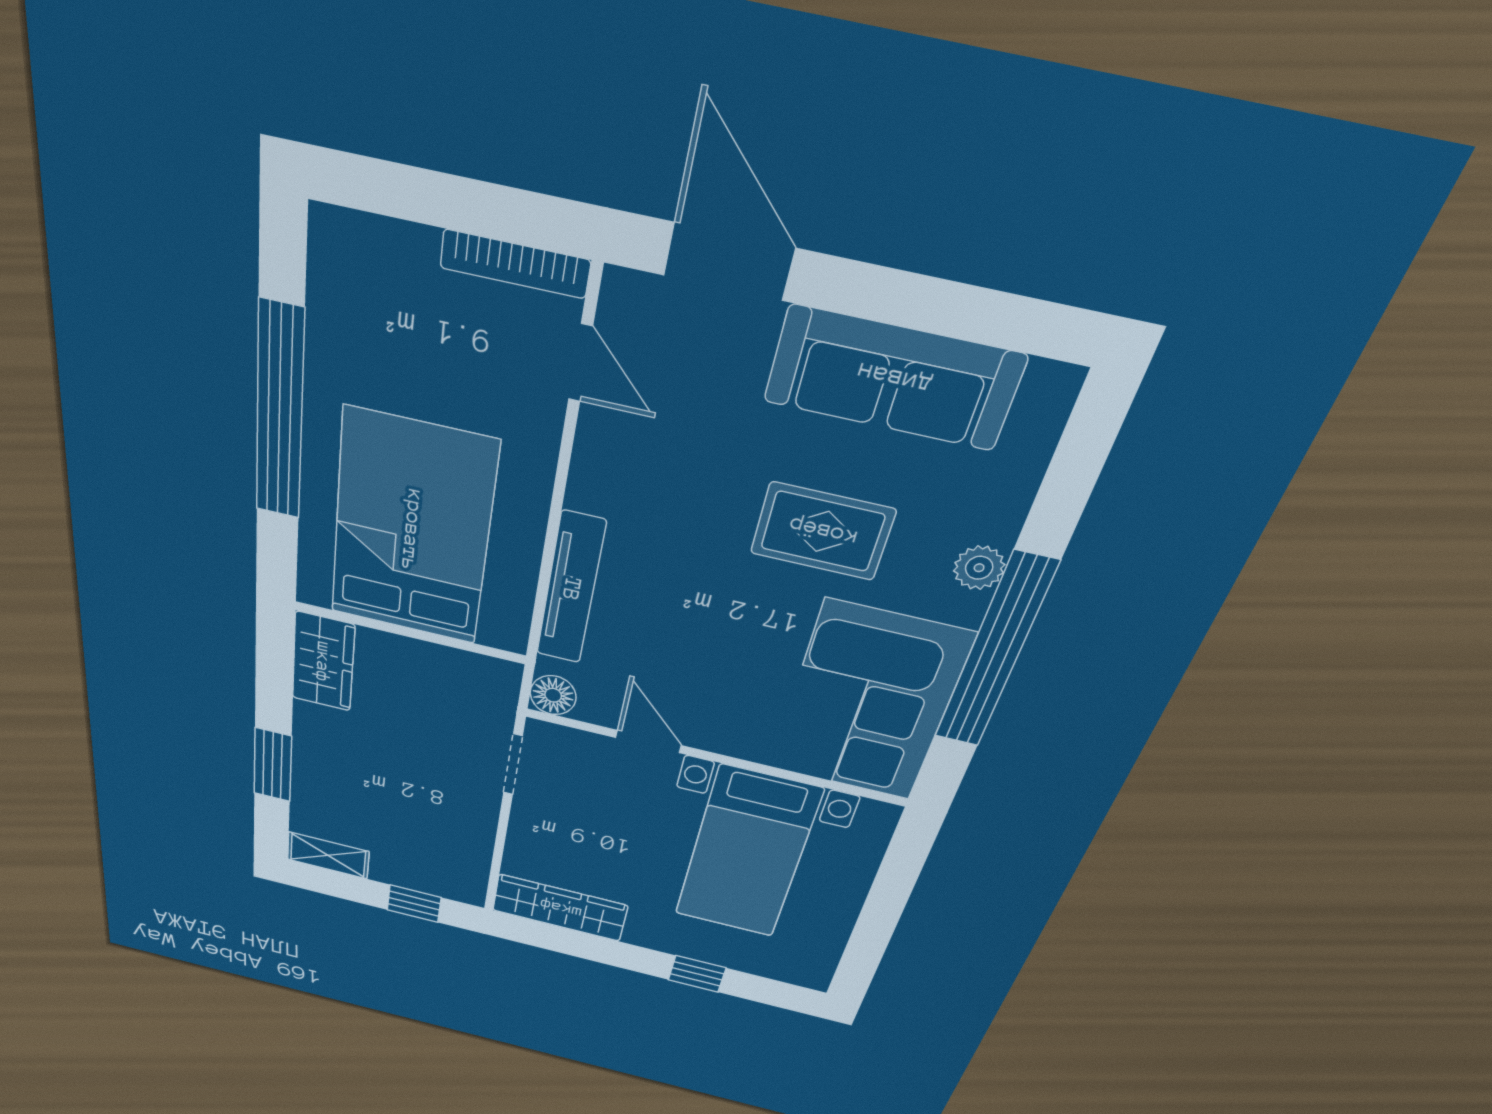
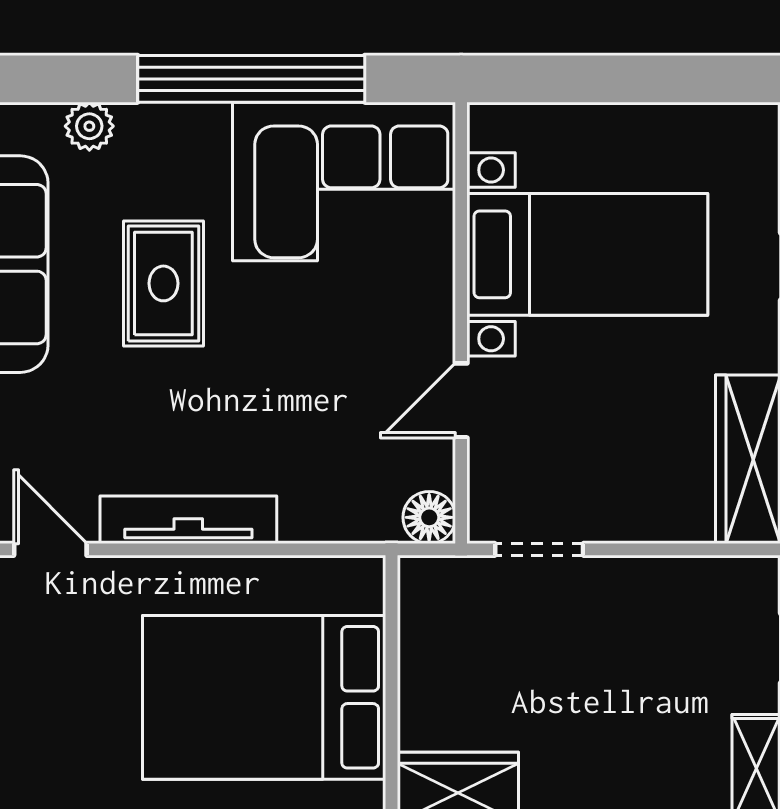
door: (581, 363) -> (50, 549), hinge flipped
plant: (979, 568) -> (89, 126), moved
tv unit: (571, 589) -> (188, 520), moved

